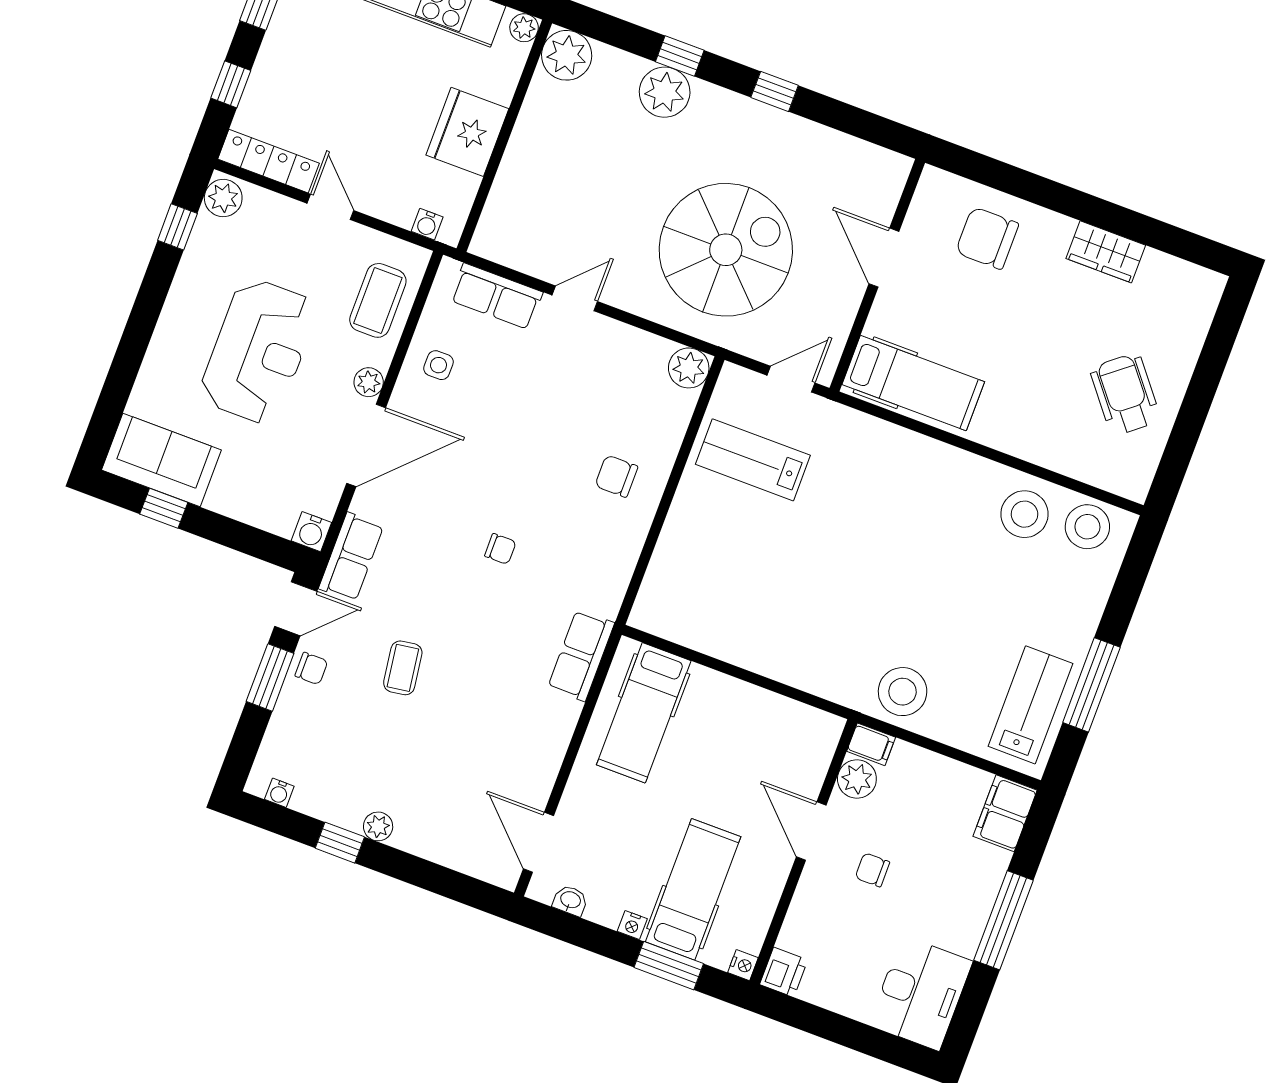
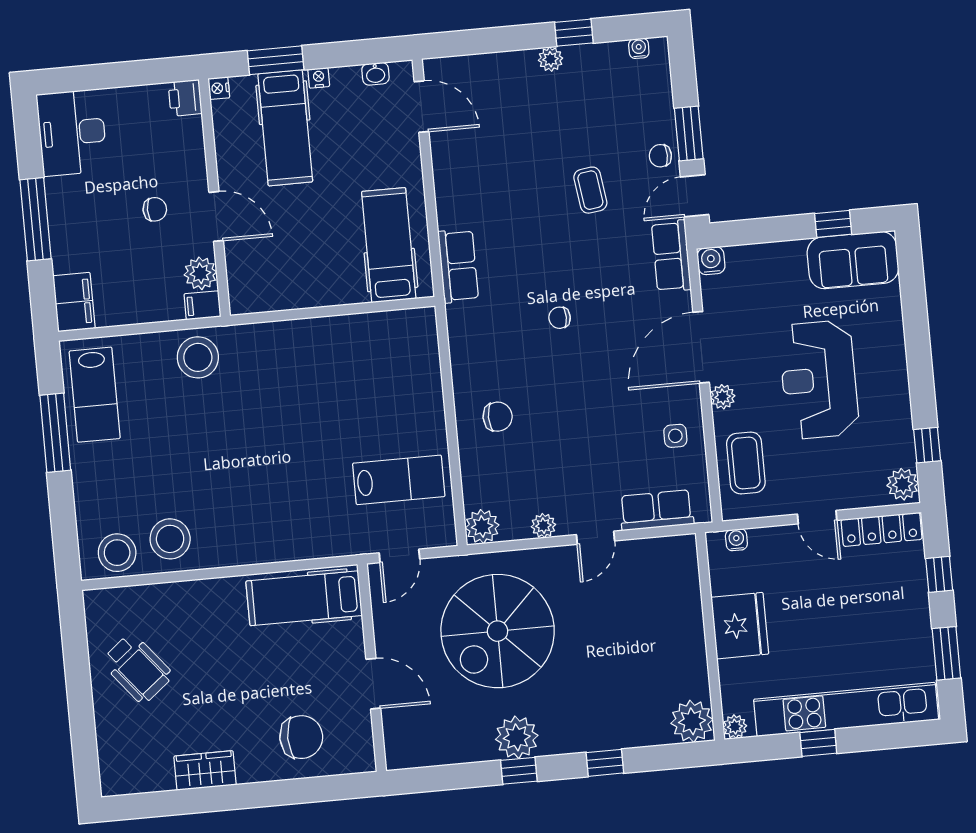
plant: (665, 92) -> (517, 737), moved
plant: (624, 338) -> (543, 526), added

